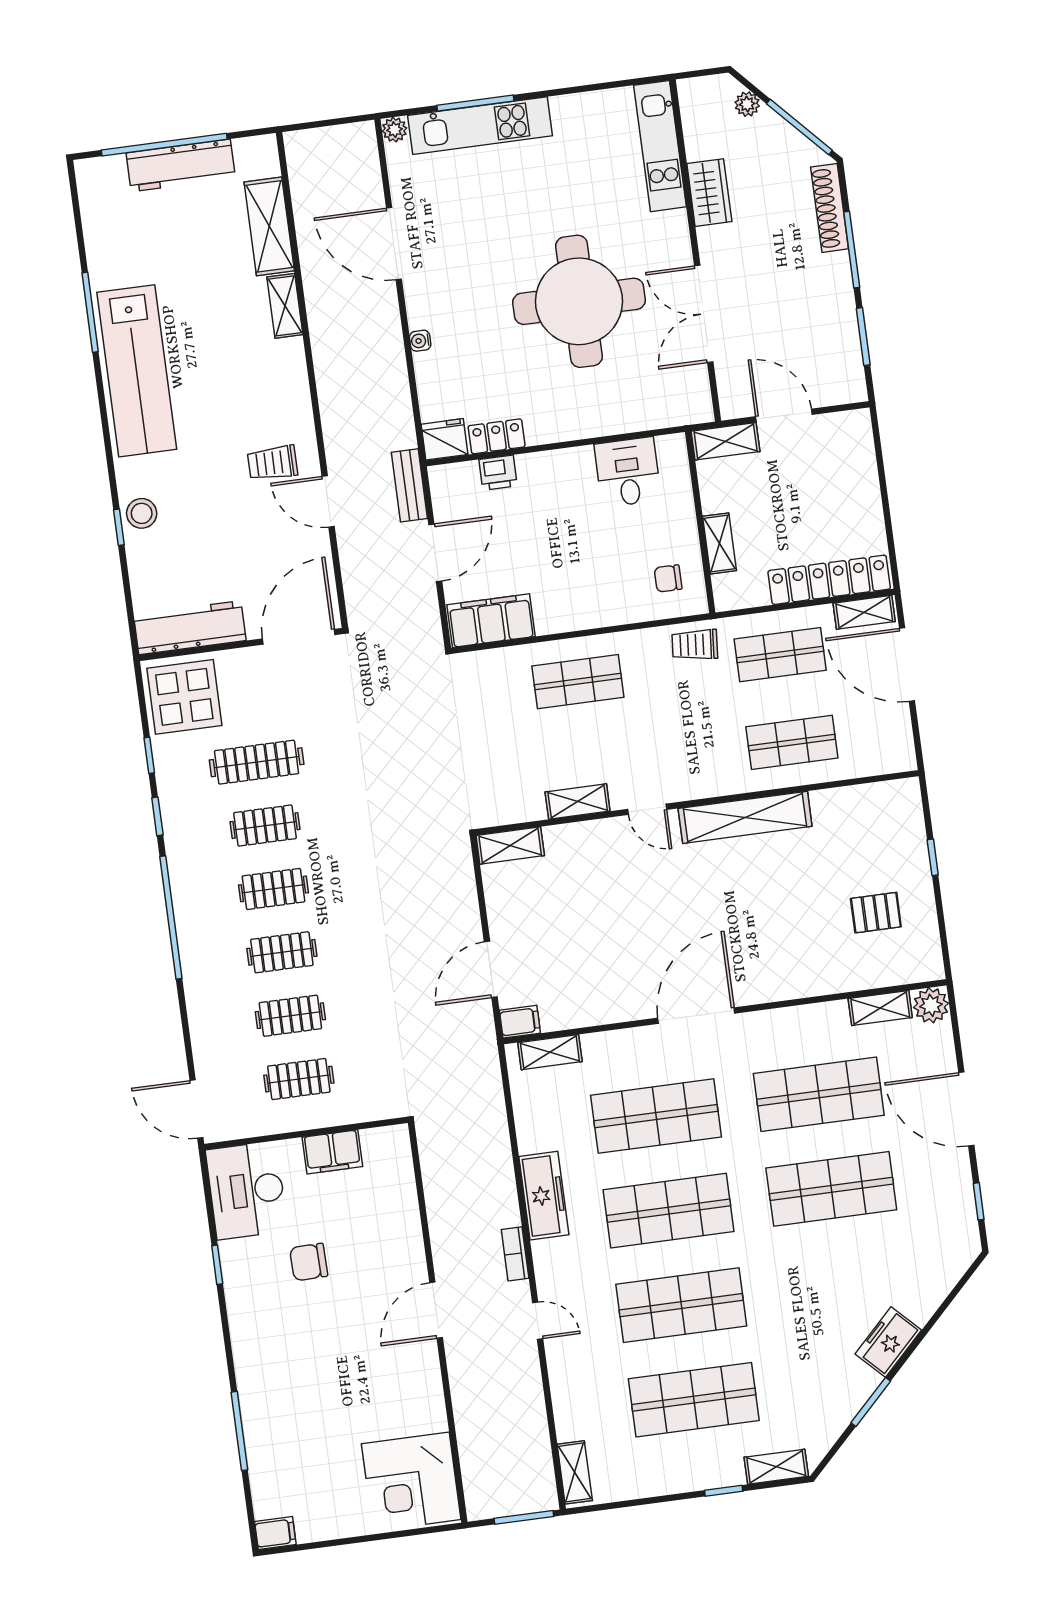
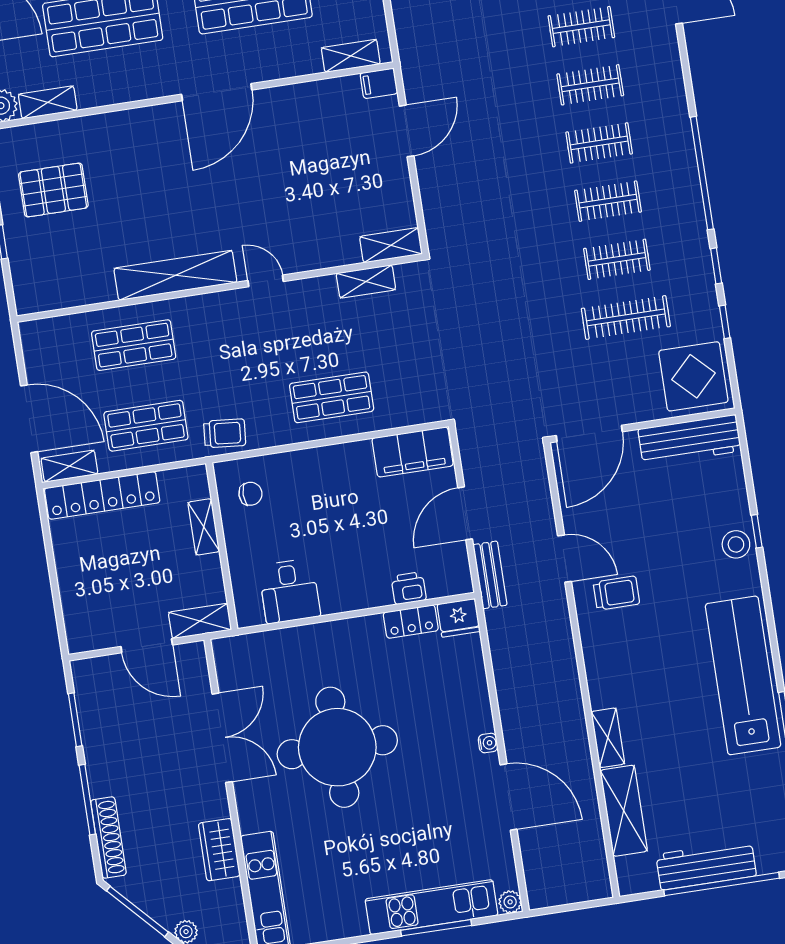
water cooler: (420, 341) -> (488, 743), moved
shelving: (578, 801) -> (366, 281), moved
pallet: (876, 913) -> (53, 190), width x1.50, depth x1.42

